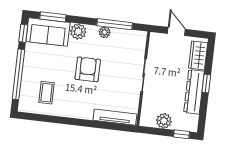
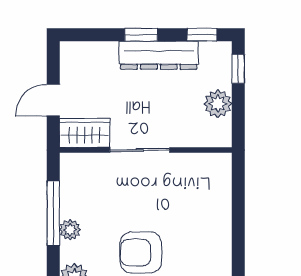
wardrobe: (198, 55) -> (85, 133), moved, turned 180
tv unit: (115, 117) -> (221, 193), removed
window: (202, 117) -> (202, 35), added

